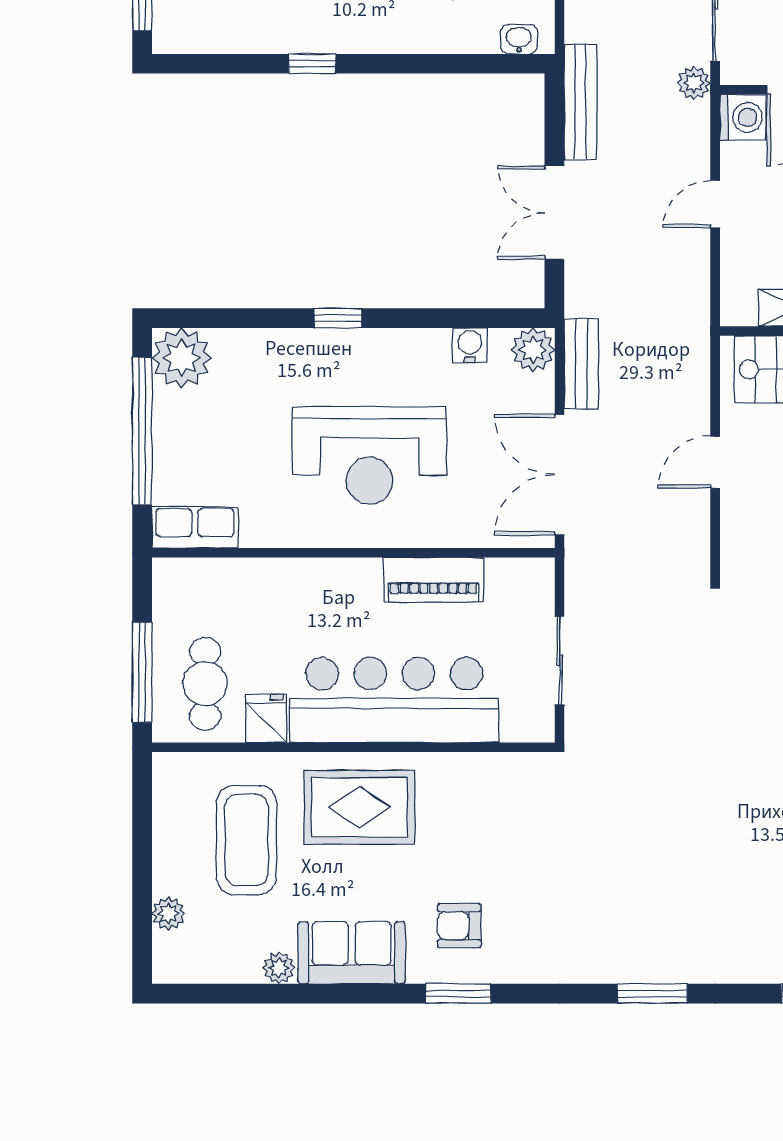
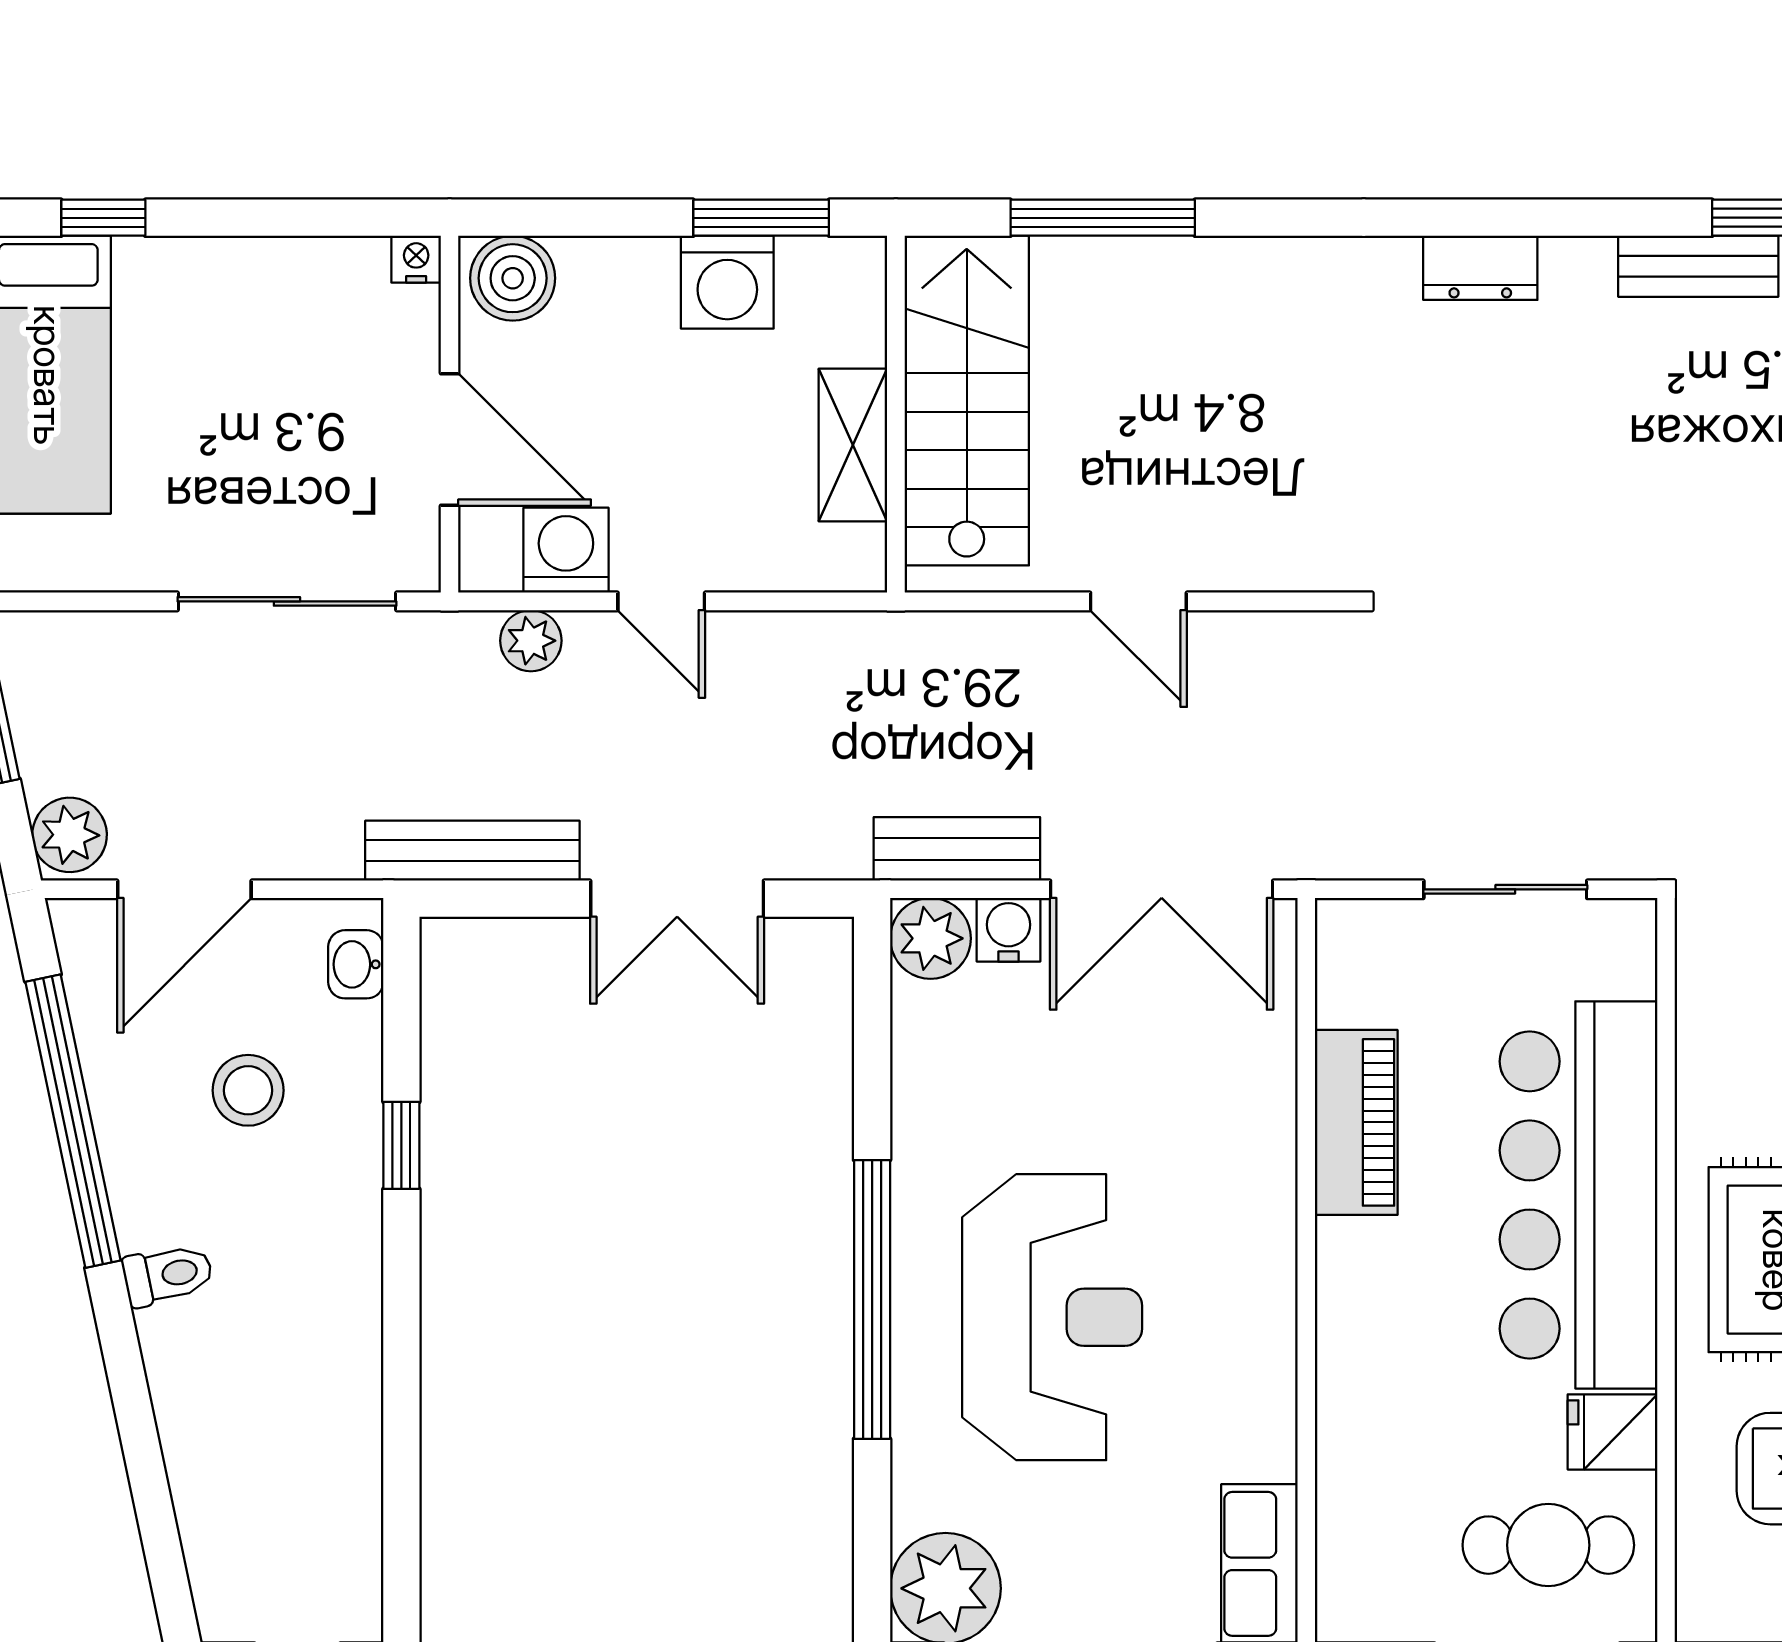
window: (312, 64) -> (401, 1145), moved
plant: (694, 83) -> (531, 641), moved
washing machine: (743, 117) -> (566, 550), moved
window: (338, 318) -> (872, 1299), width x3.17
water cooler: (470, 345) -> (1009, 930), moved, turned 90
reception desk: (369, 456) -> (1052, 1317), moved

